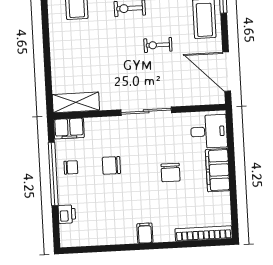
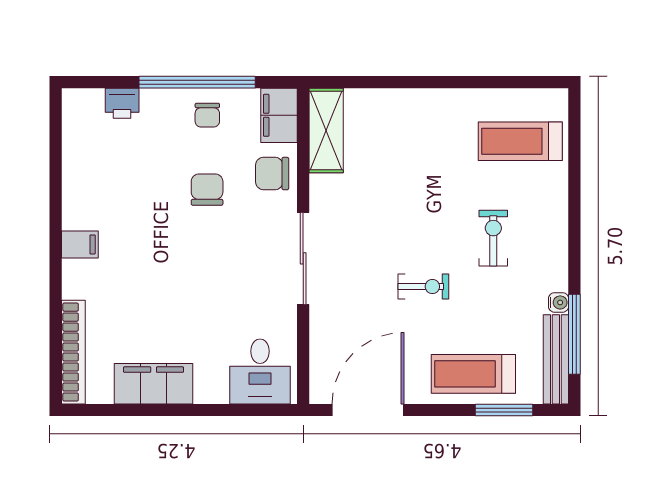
exercise bike: (158, 45) -> (423, 286), turned 90
filing cabinet: (218, 170) -> (154, 384), moved
chair: (171, 173) -> (272, 174), moved

